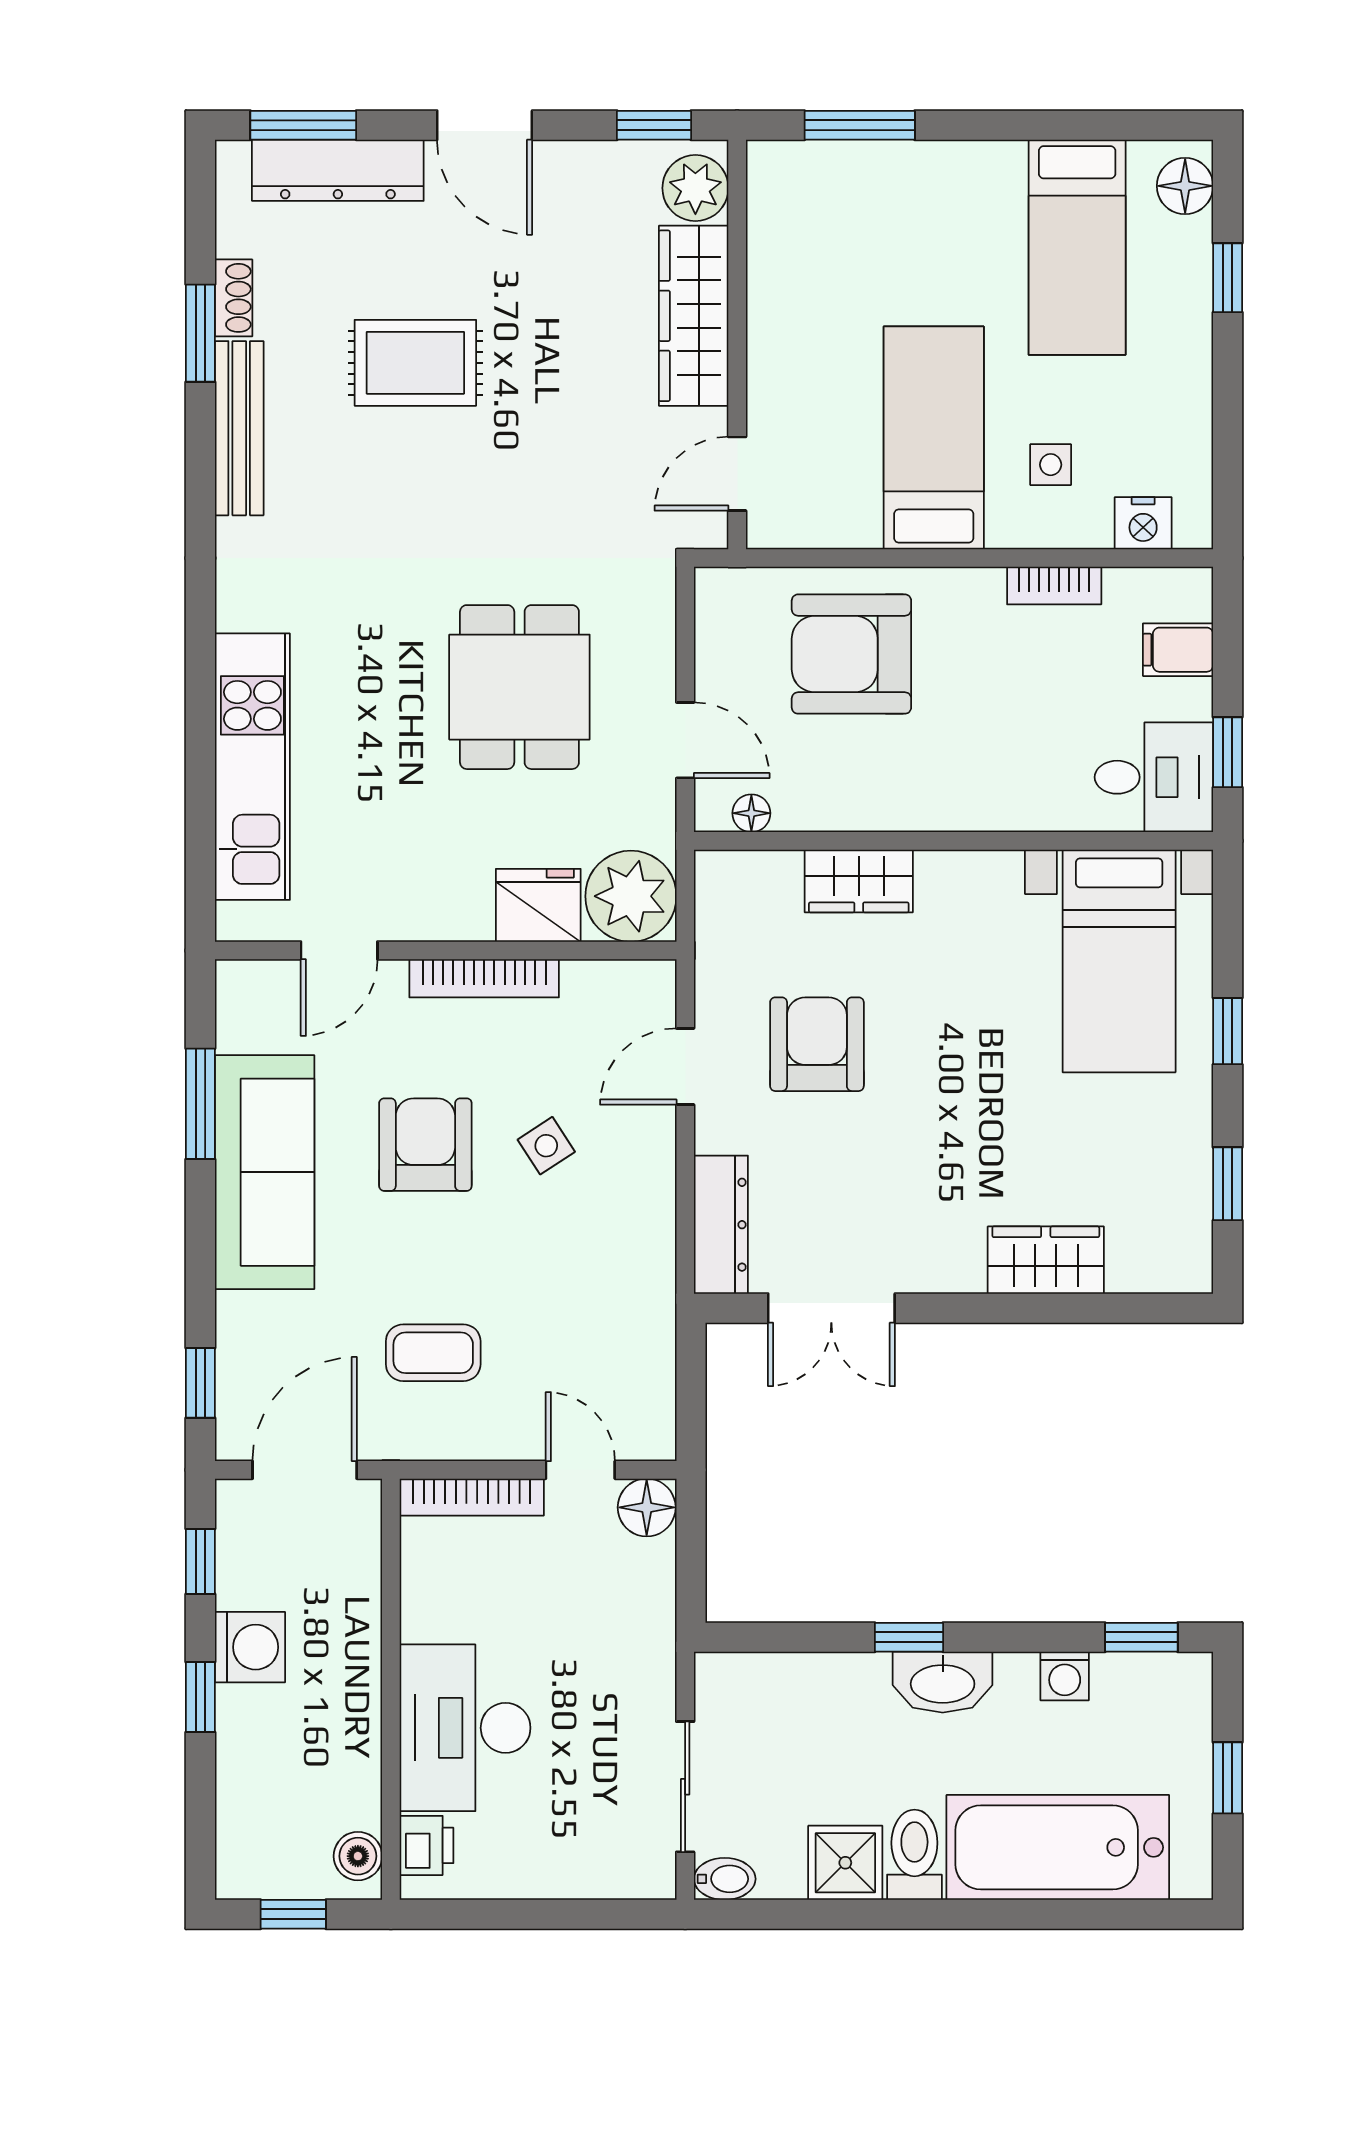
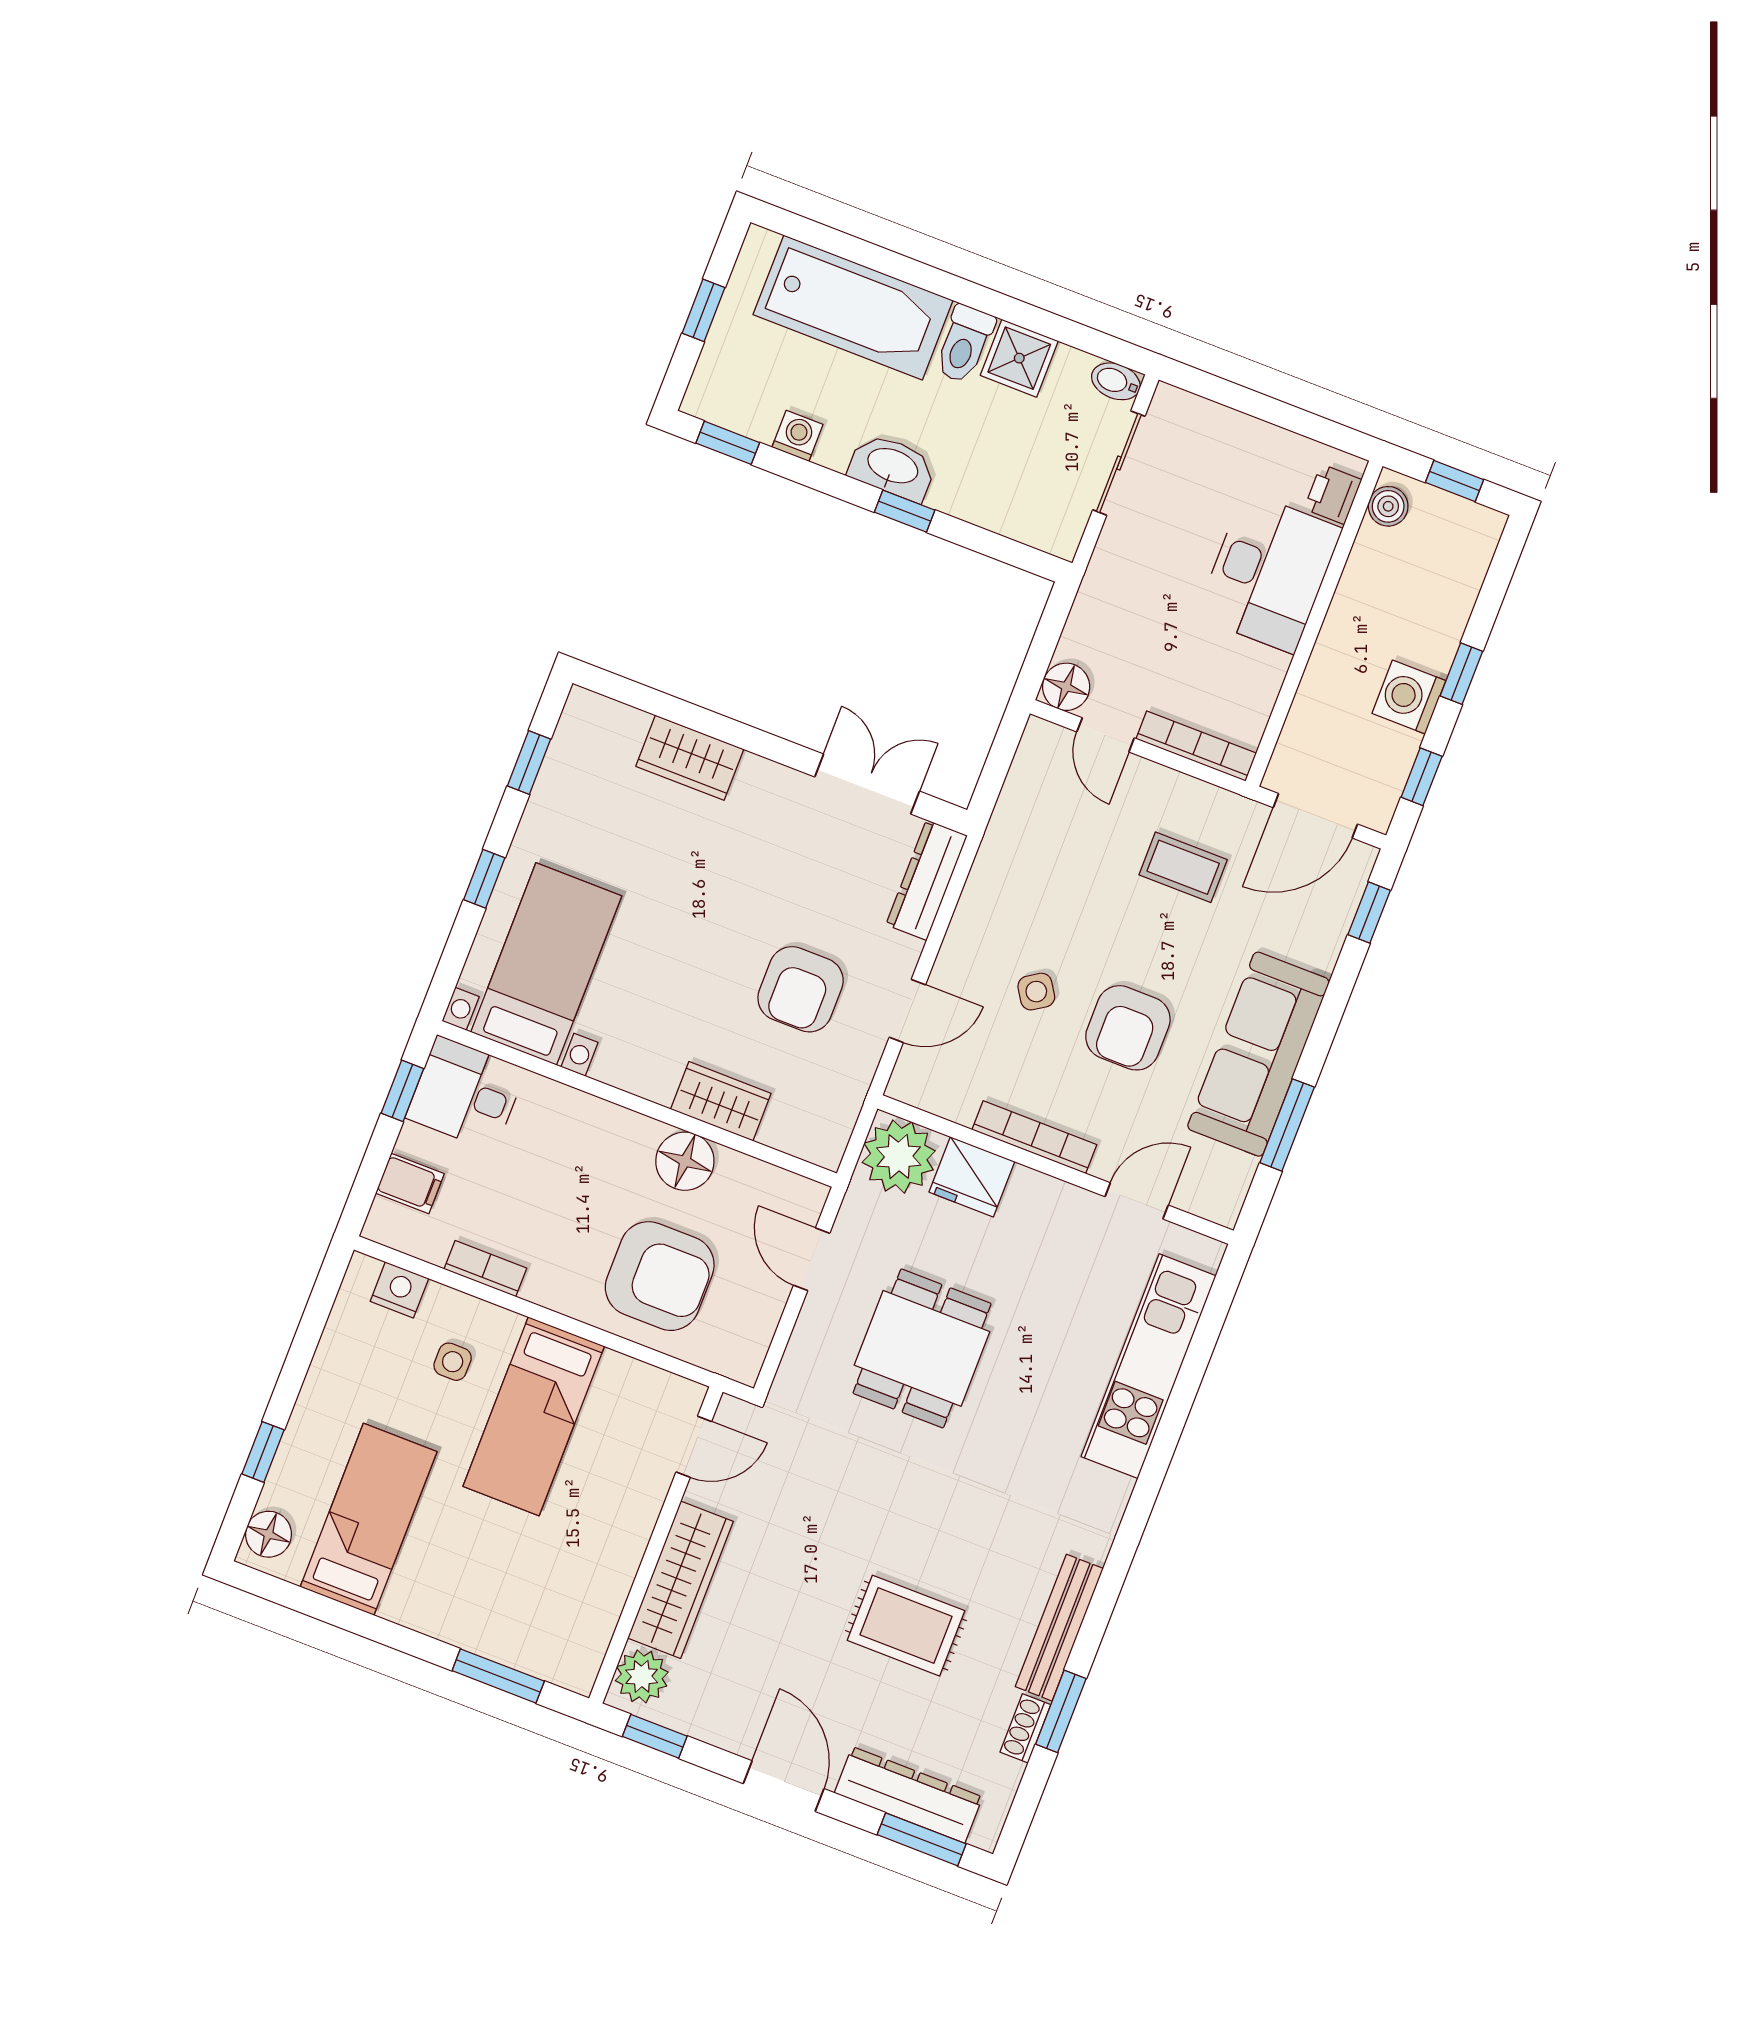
floor lamp: (751, 813) -> (685, 1161), moved, width x1.89, depth x1.89

